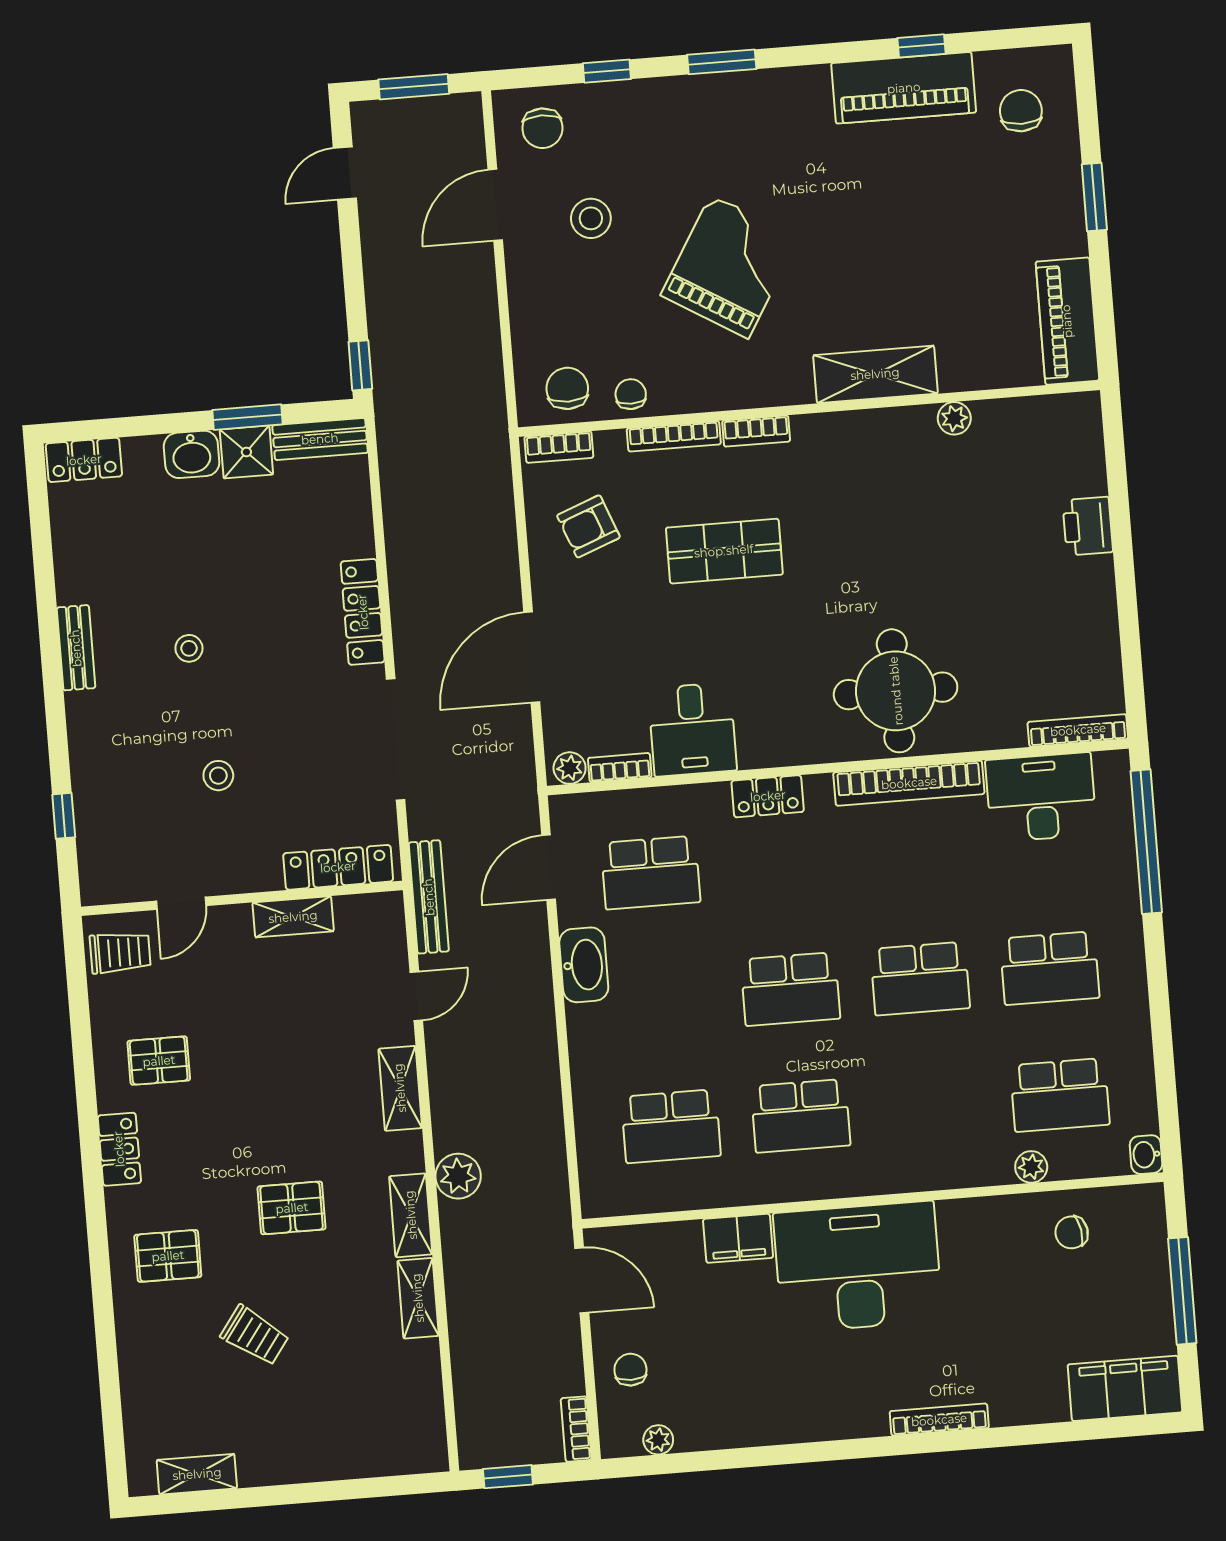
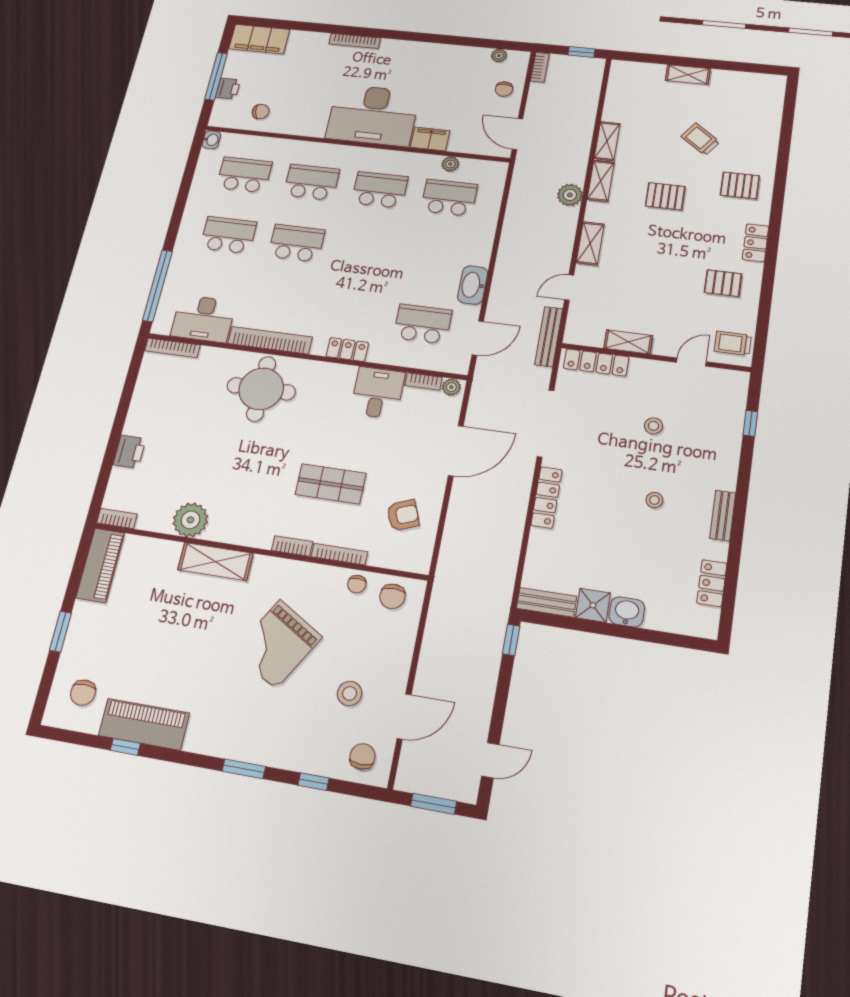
window: (248, 417) -> (587, 626), removed
plant: (954, 418) -> (190, 520), width x1.87, depth x1.87
bookcase: (559, 447) -> (117, 518), moved
locker: (84, 460) -> (712, 583), moved, turned -90
school desk: (790, 989) -> (311, 182), moved
plant: (1031, 1167) -> (450, 164), moved
printer: (1151, 1269) -> (228, 89), added
shelving: (197, 1474) -> (688, 75), moved

